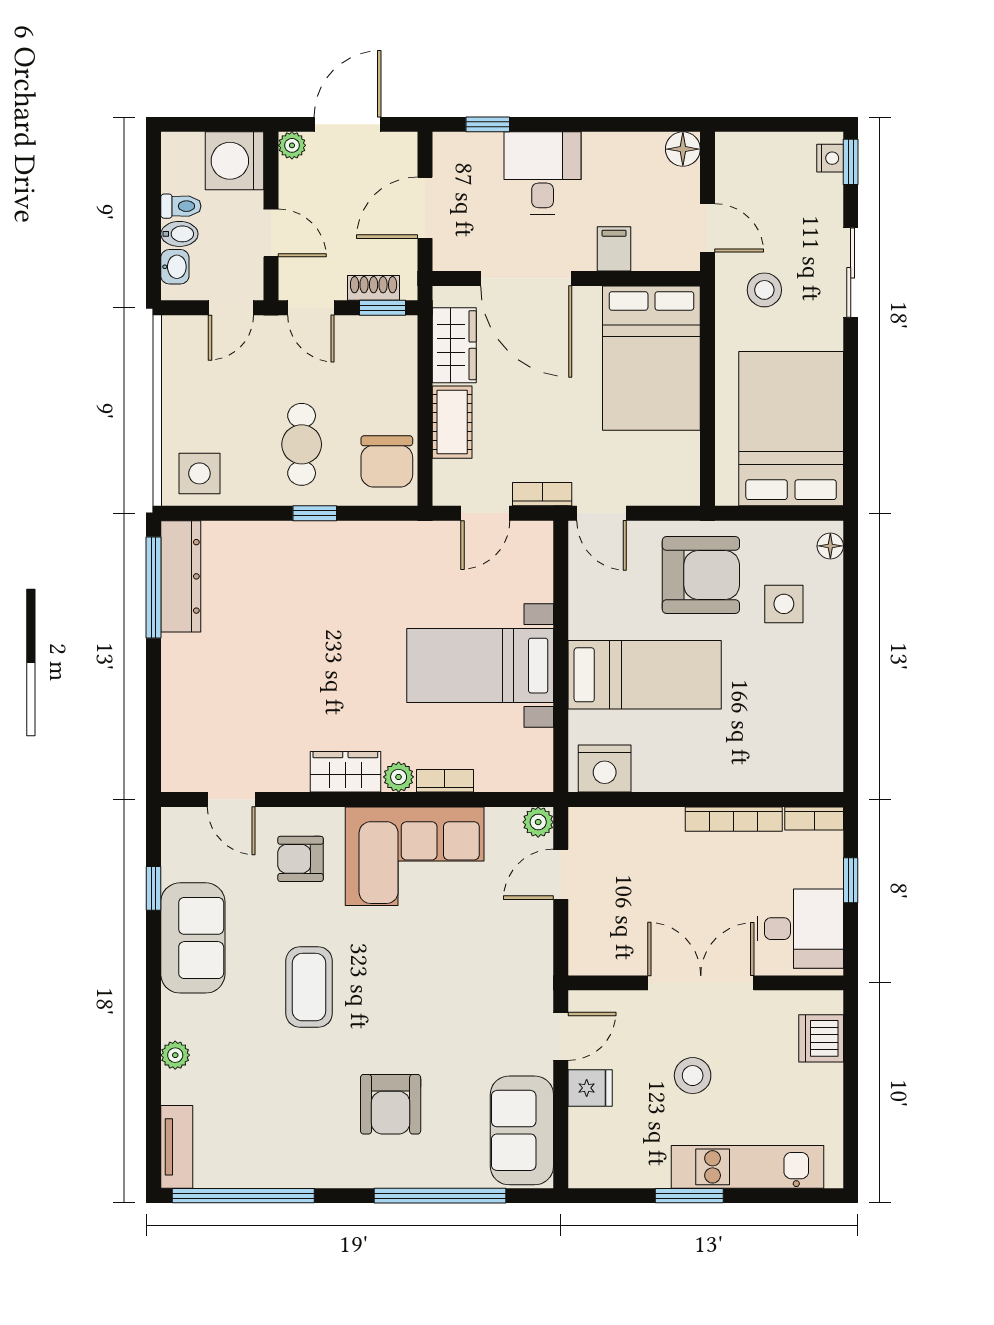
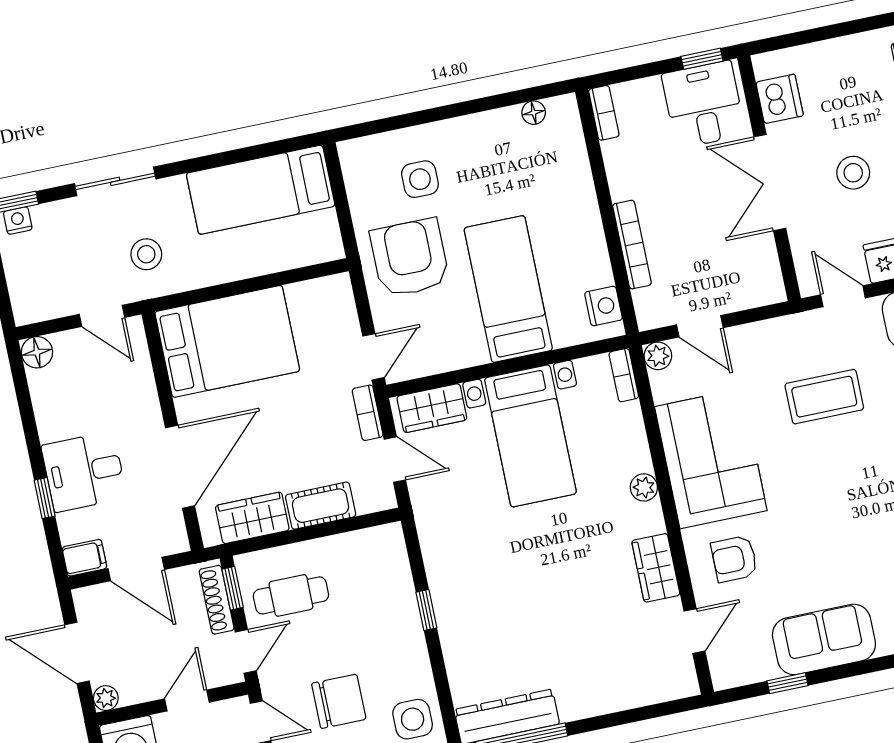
window: (488, 124) -> (45, 498), moved
door: (708, 228) -> (102, 316), swing flipped
filing cabinet: (614, 249) -> (84, 558), moved, turned 180
shoe rack: (374, 288) -> (217, 600), width x1.43
bed: (791, 429) -> (261, 190), width x0.67
cafe table: (302, 444) -> (291, 595), moved
chair: (387, 461) -> (339, 701), moved
floor lamp: (830, 546) -> (534, 113), moved
wardrobe: (533, 565) -> (432, 408), added
nightstand: (605, 768) -> (603, 306), width x0.74, depth x0.75
wardrobe: (345, 772) -> (656, 568), moved
bookcase: (445, 781) -> (624, 375), moved
bookcase: (734, 819) -> (632, 245), moved
armchair: (301, 859) -> (734, 559), turned 90
window: (851, 880) -> (702, 59), moved
coffee table: (309, 987) -> (824, 397), moved
dishwasher: (821, 1038) -> (780, 99), moved, turned -90

